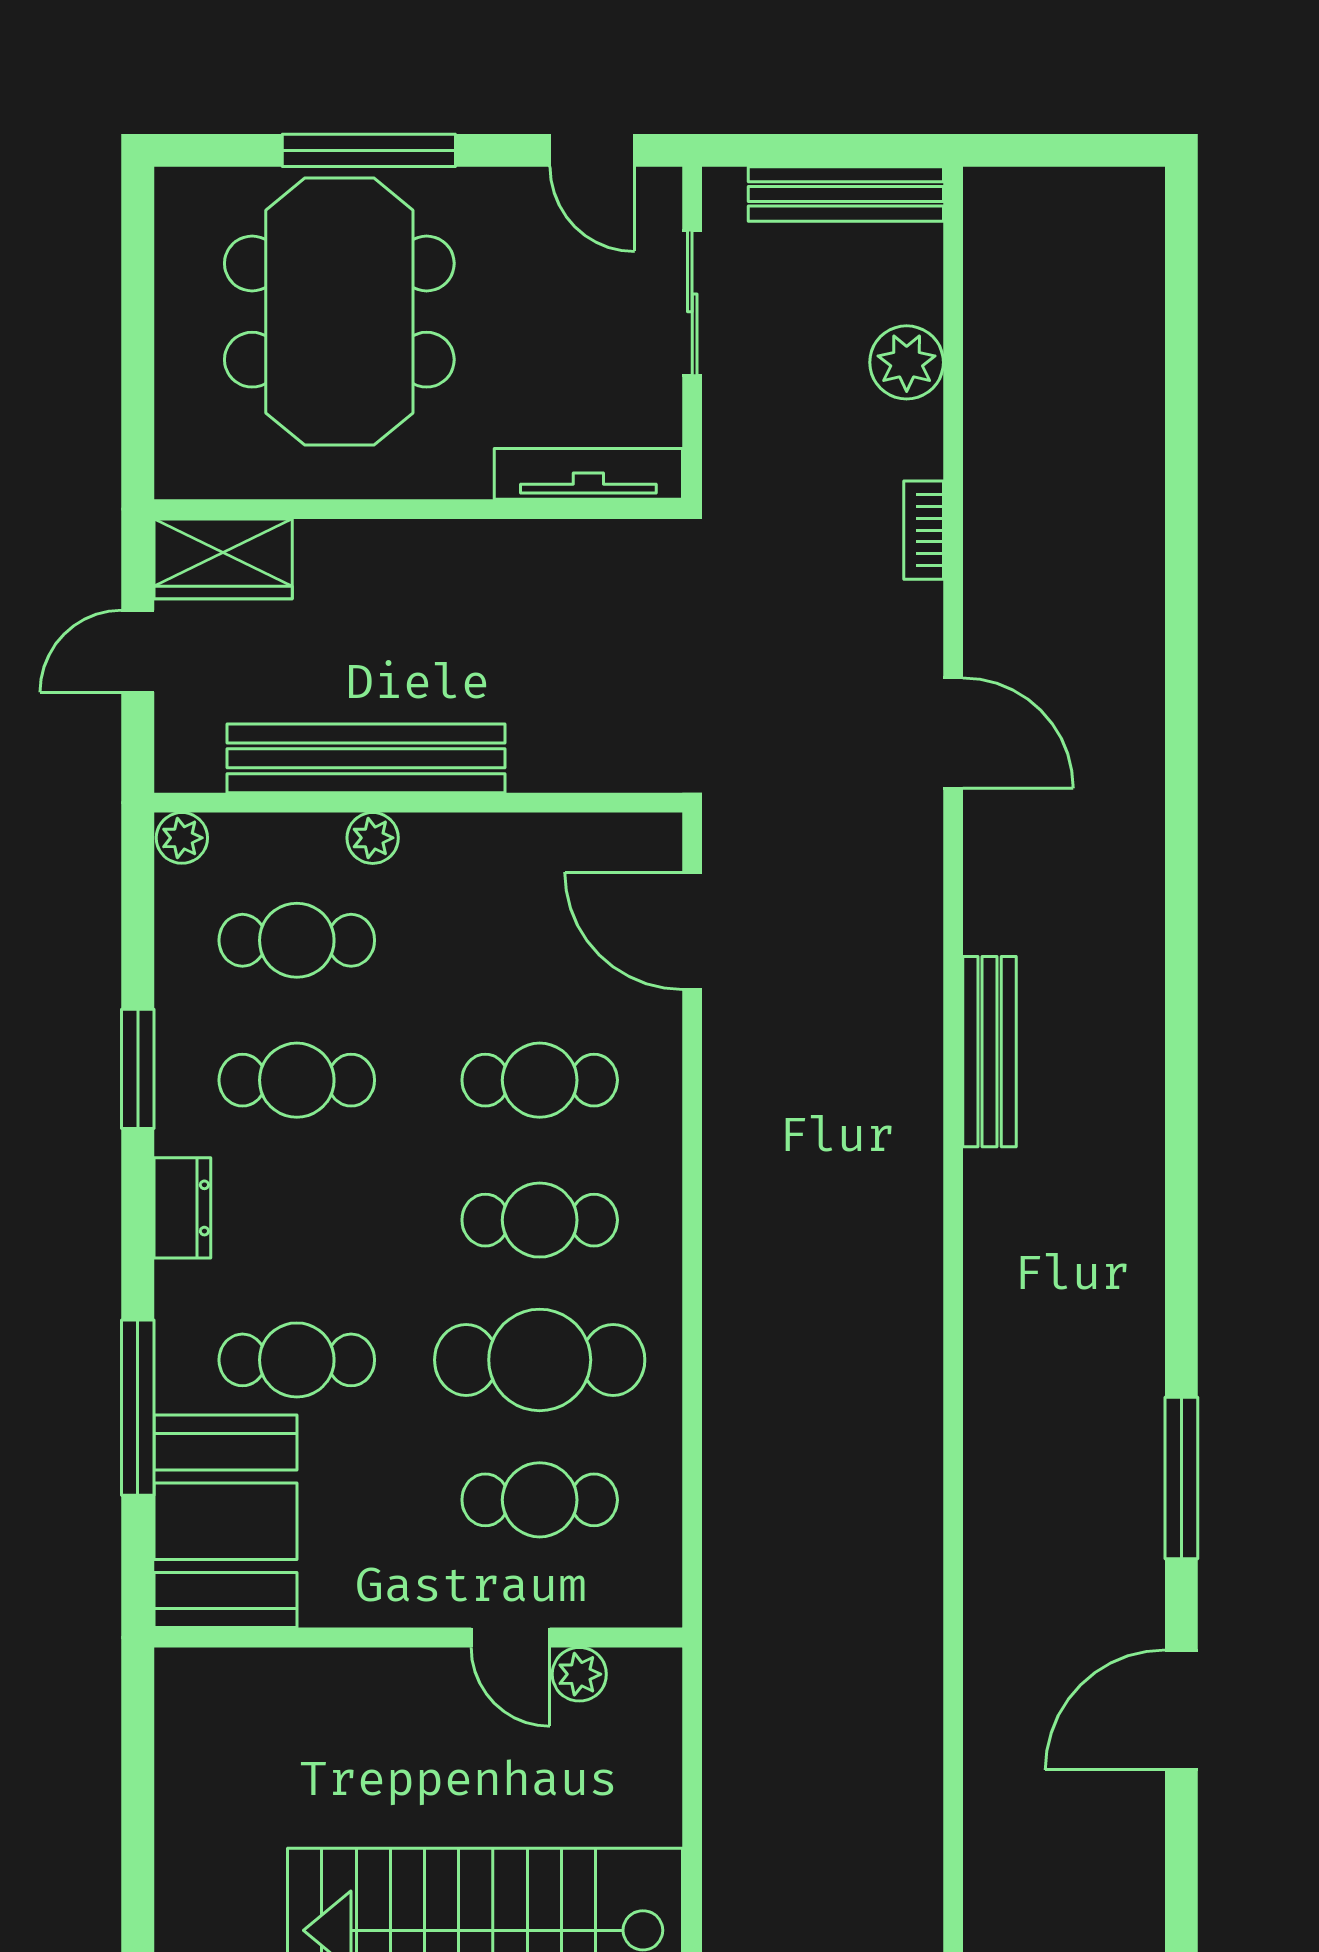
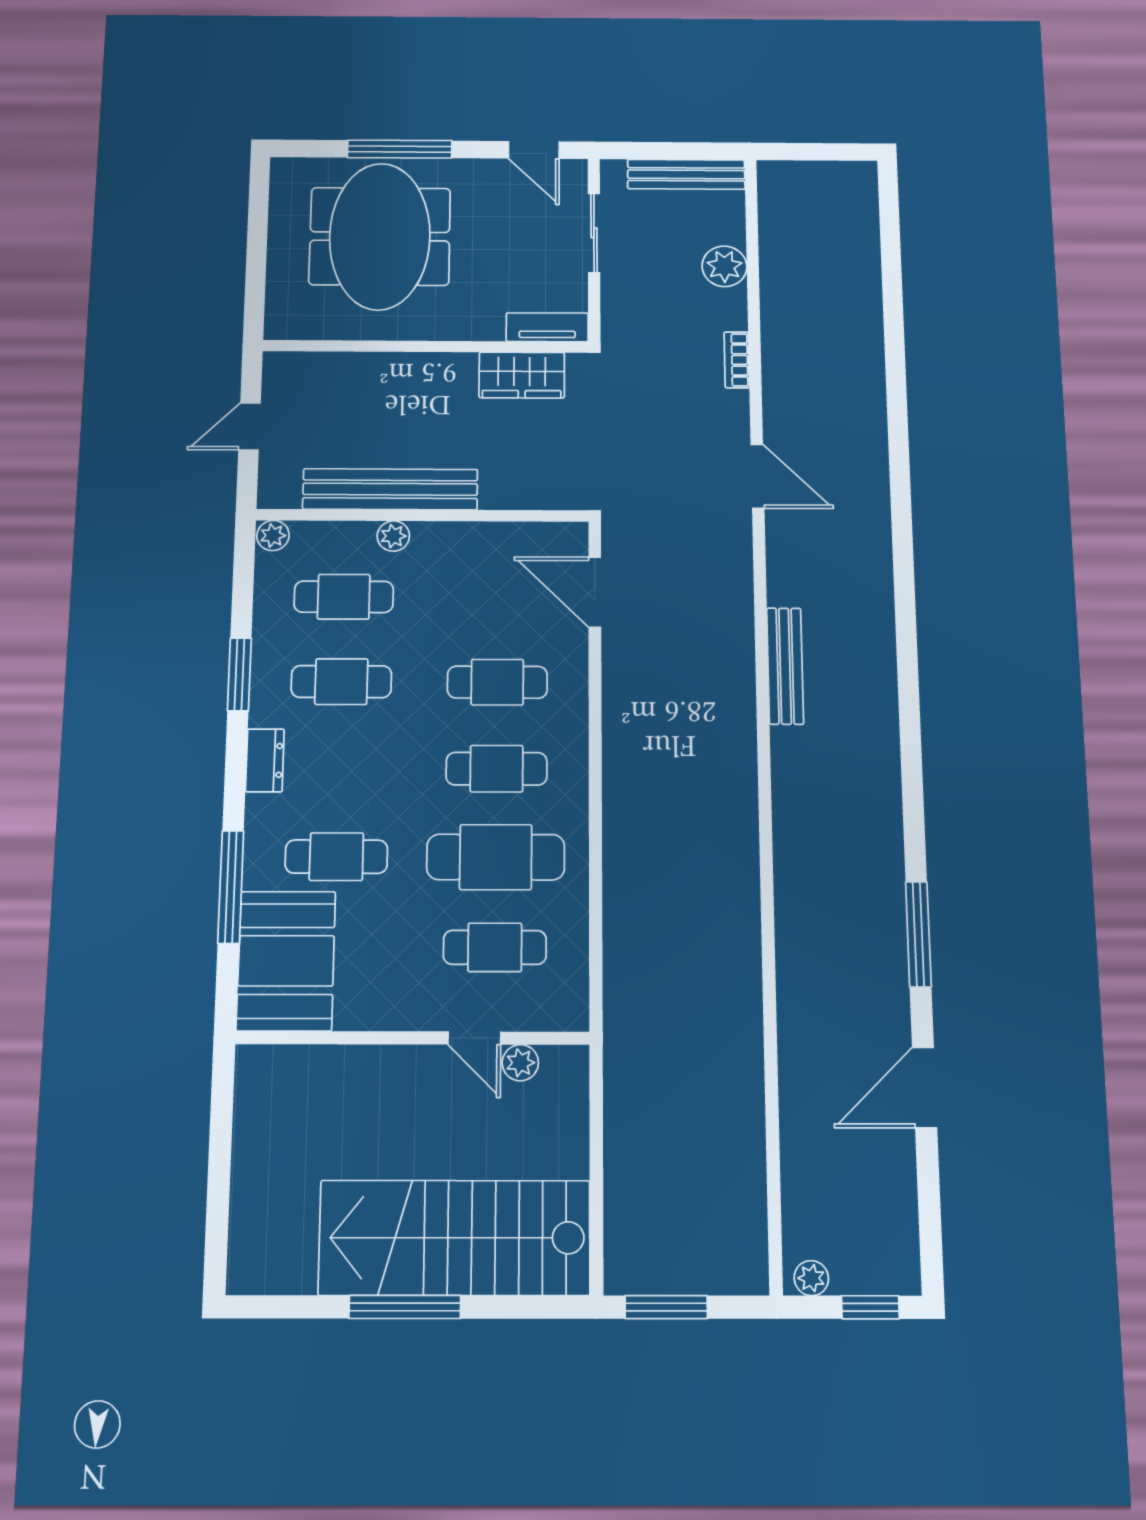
tv unit: (588, 474) -> (547, 327), width x0.71
wardrobe: (223, 559) -> (522, 375), moved

